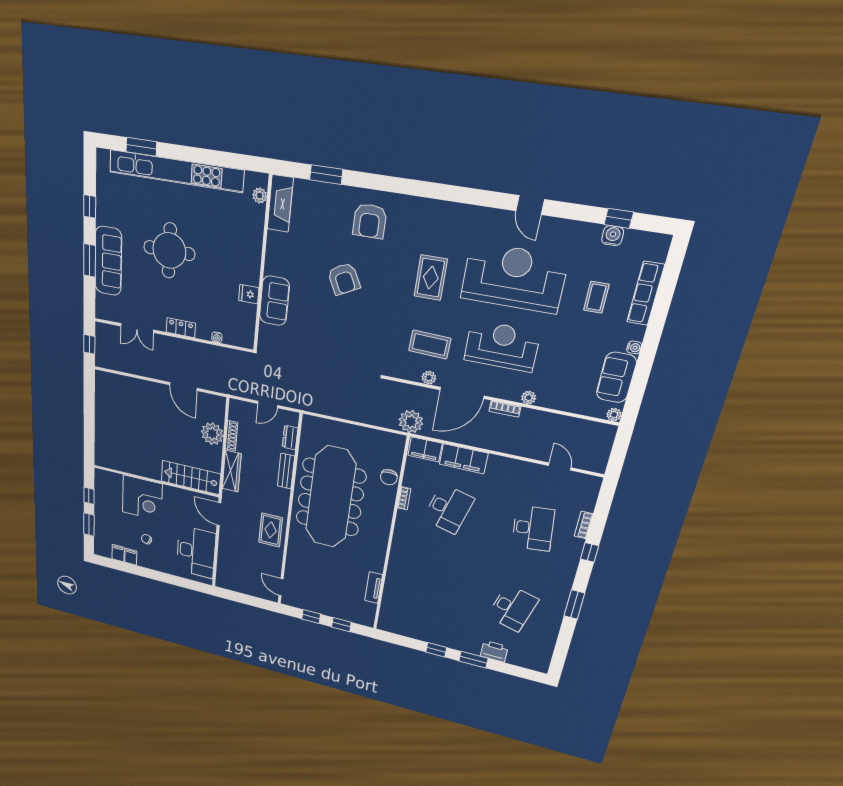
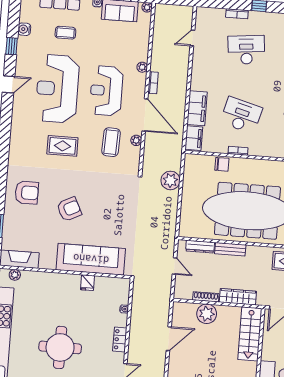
window: (619, 218) -> (12, 46), moved
sofa: (274, 301) -> (91, 259), width x1.85, depth x1.27
plant: (411, 422) -> (170, 180), moved
dresser: (290, 437) -> (200, 247), width x1.44

